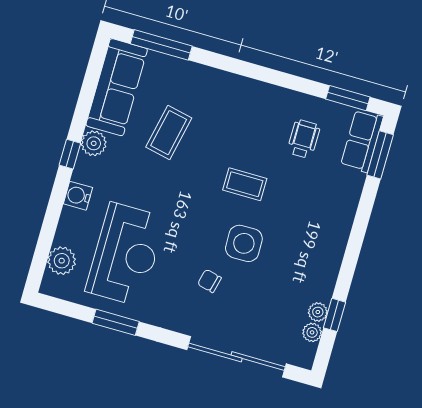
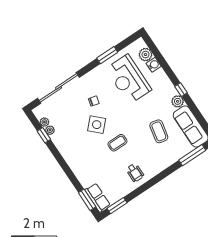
wheelchair: (304, 139) -> (135, 173), moved
water cooler: (78, 196) -> (154, 65), moved
side table: (244, 243) -> (97, 125), turned 45

